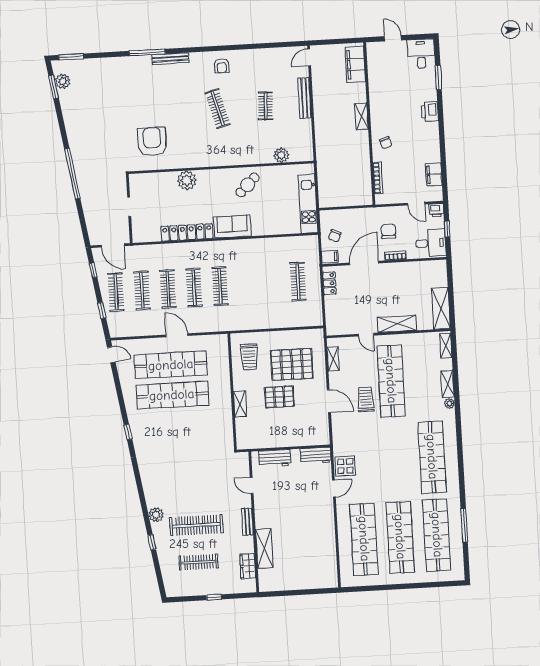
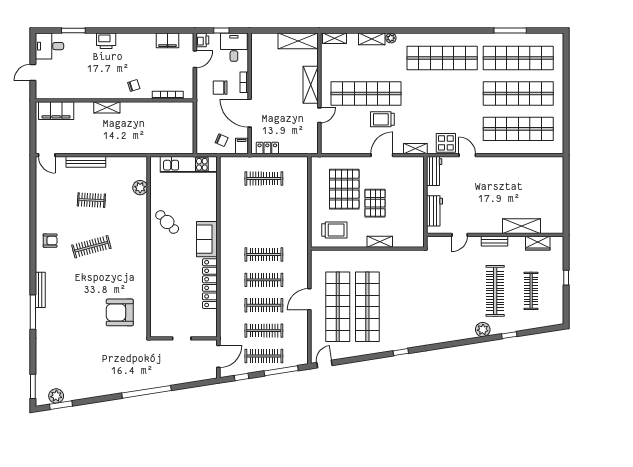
plant: (187, 180) -> (159, 281), removed
window: (102, 311) -> (281, 371), width x2.17
shelving: (333, 359) -> (415, 149), moved

